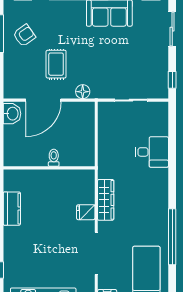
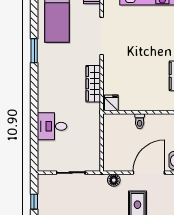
window: (172, 80) -> (34, 202), moved
fridge: (86, 212) -> (111, 103), moved, turned -90
window: (172, 237) -> (34, 51), width x0.47

